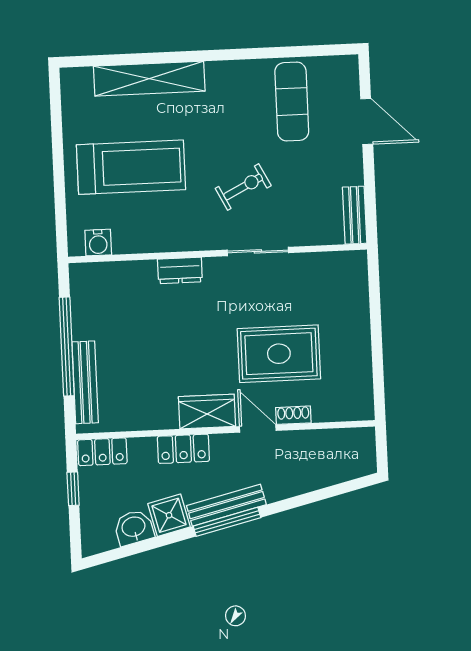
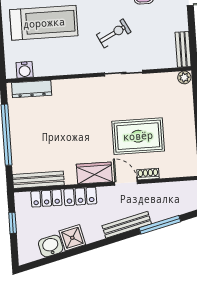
plant: (355, 261) -> (184, 77), added
dresser: (180, 271) -> (32, 89), moved, width x1.44
bench: (85, 382) -> (38, 180), moved, turned 90
locker: (102, 452) -> (46, 198), moved
bench: (226, 505) -> (127, 225), moved
window: (227, 522) -> (160, 225), moved

